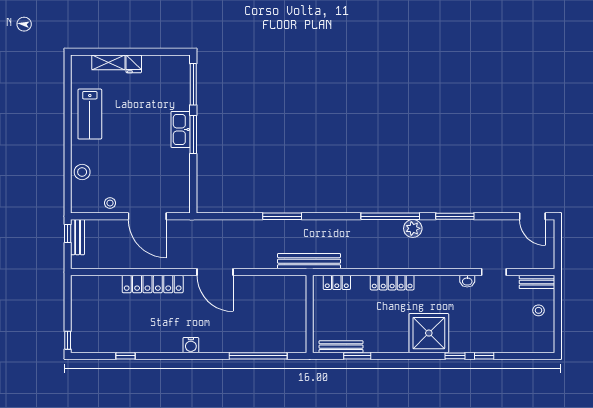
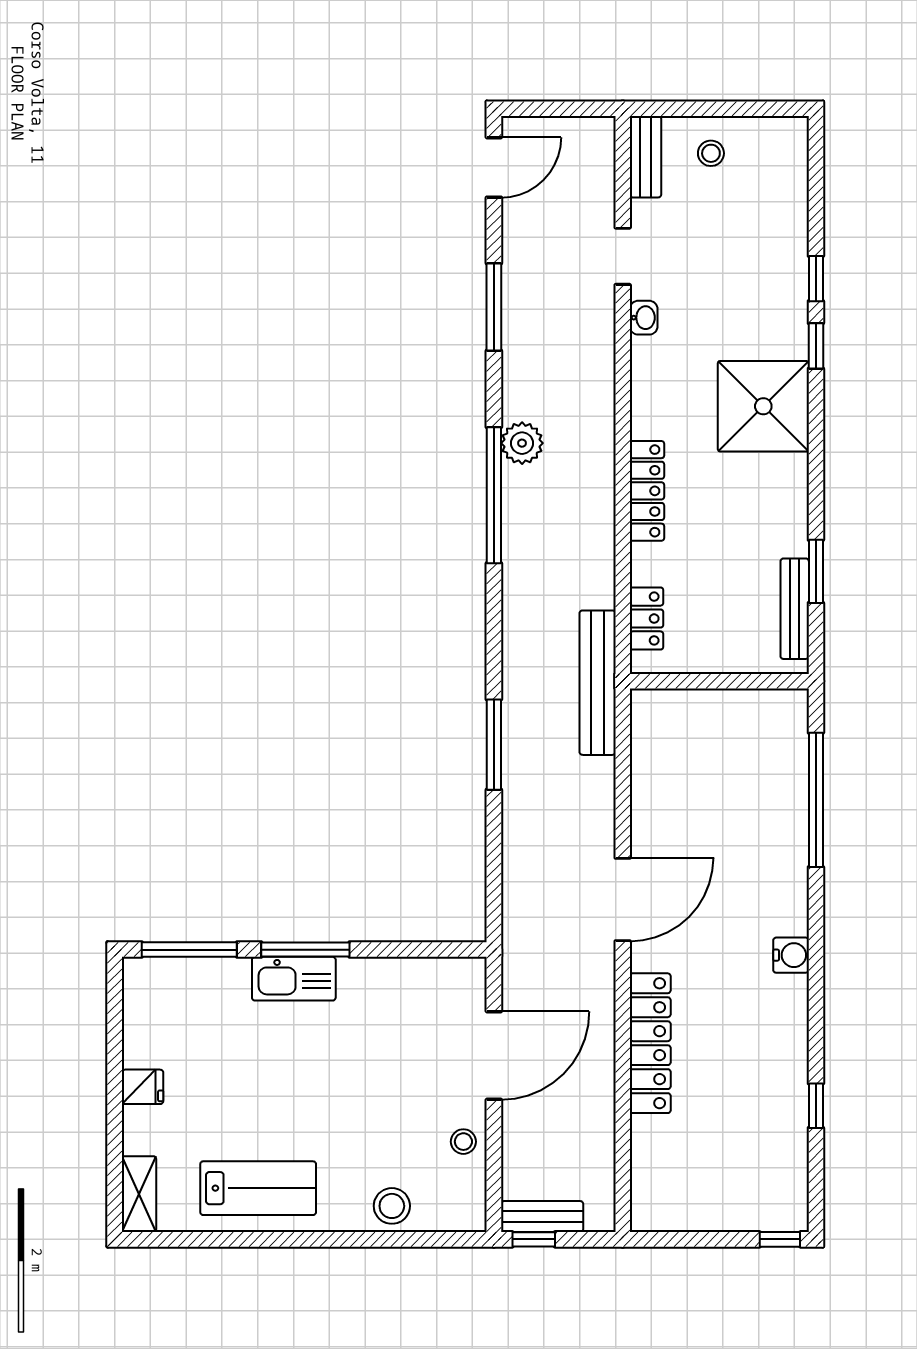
shelving: (108, 62) -> (139, 1194), moved
window: (455, 216) -> (494, 307), moved

